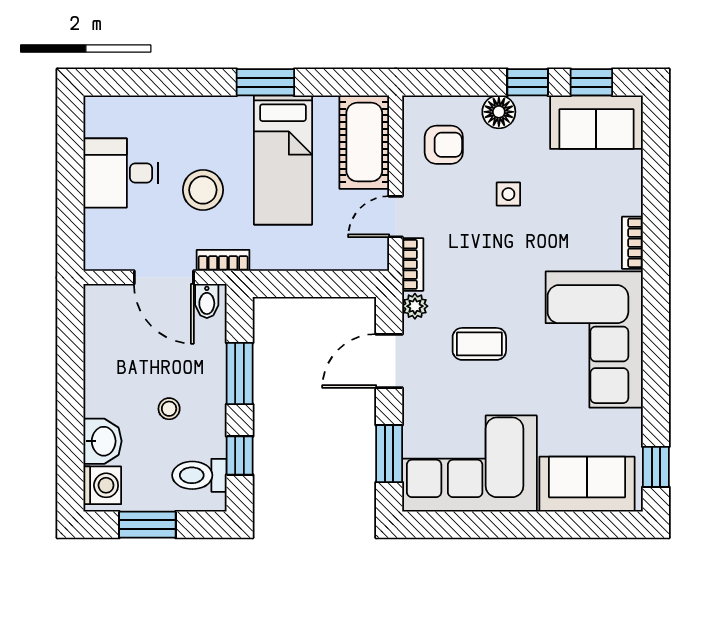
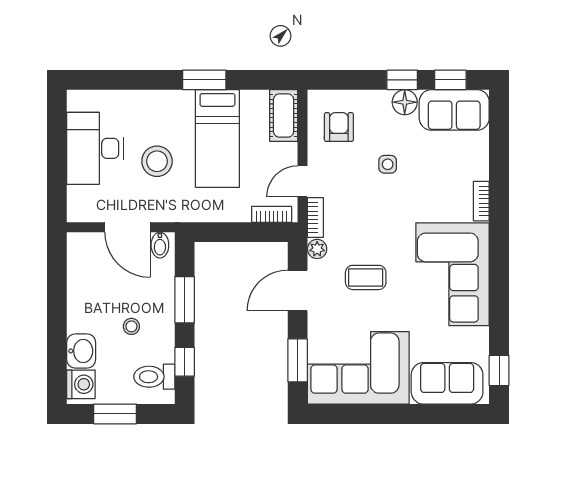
floor lamp: (499, 112) -> (405, 102), moved
cot: (364, 142) -> (284, 115), width x0.73, depth x0.75
armchair: (444, 145) -> (339, 127), turned -90
desk: (121, 173) -> (95, 148), width x1.37
bookcase: (223, 260) -> (272, 214), moved

